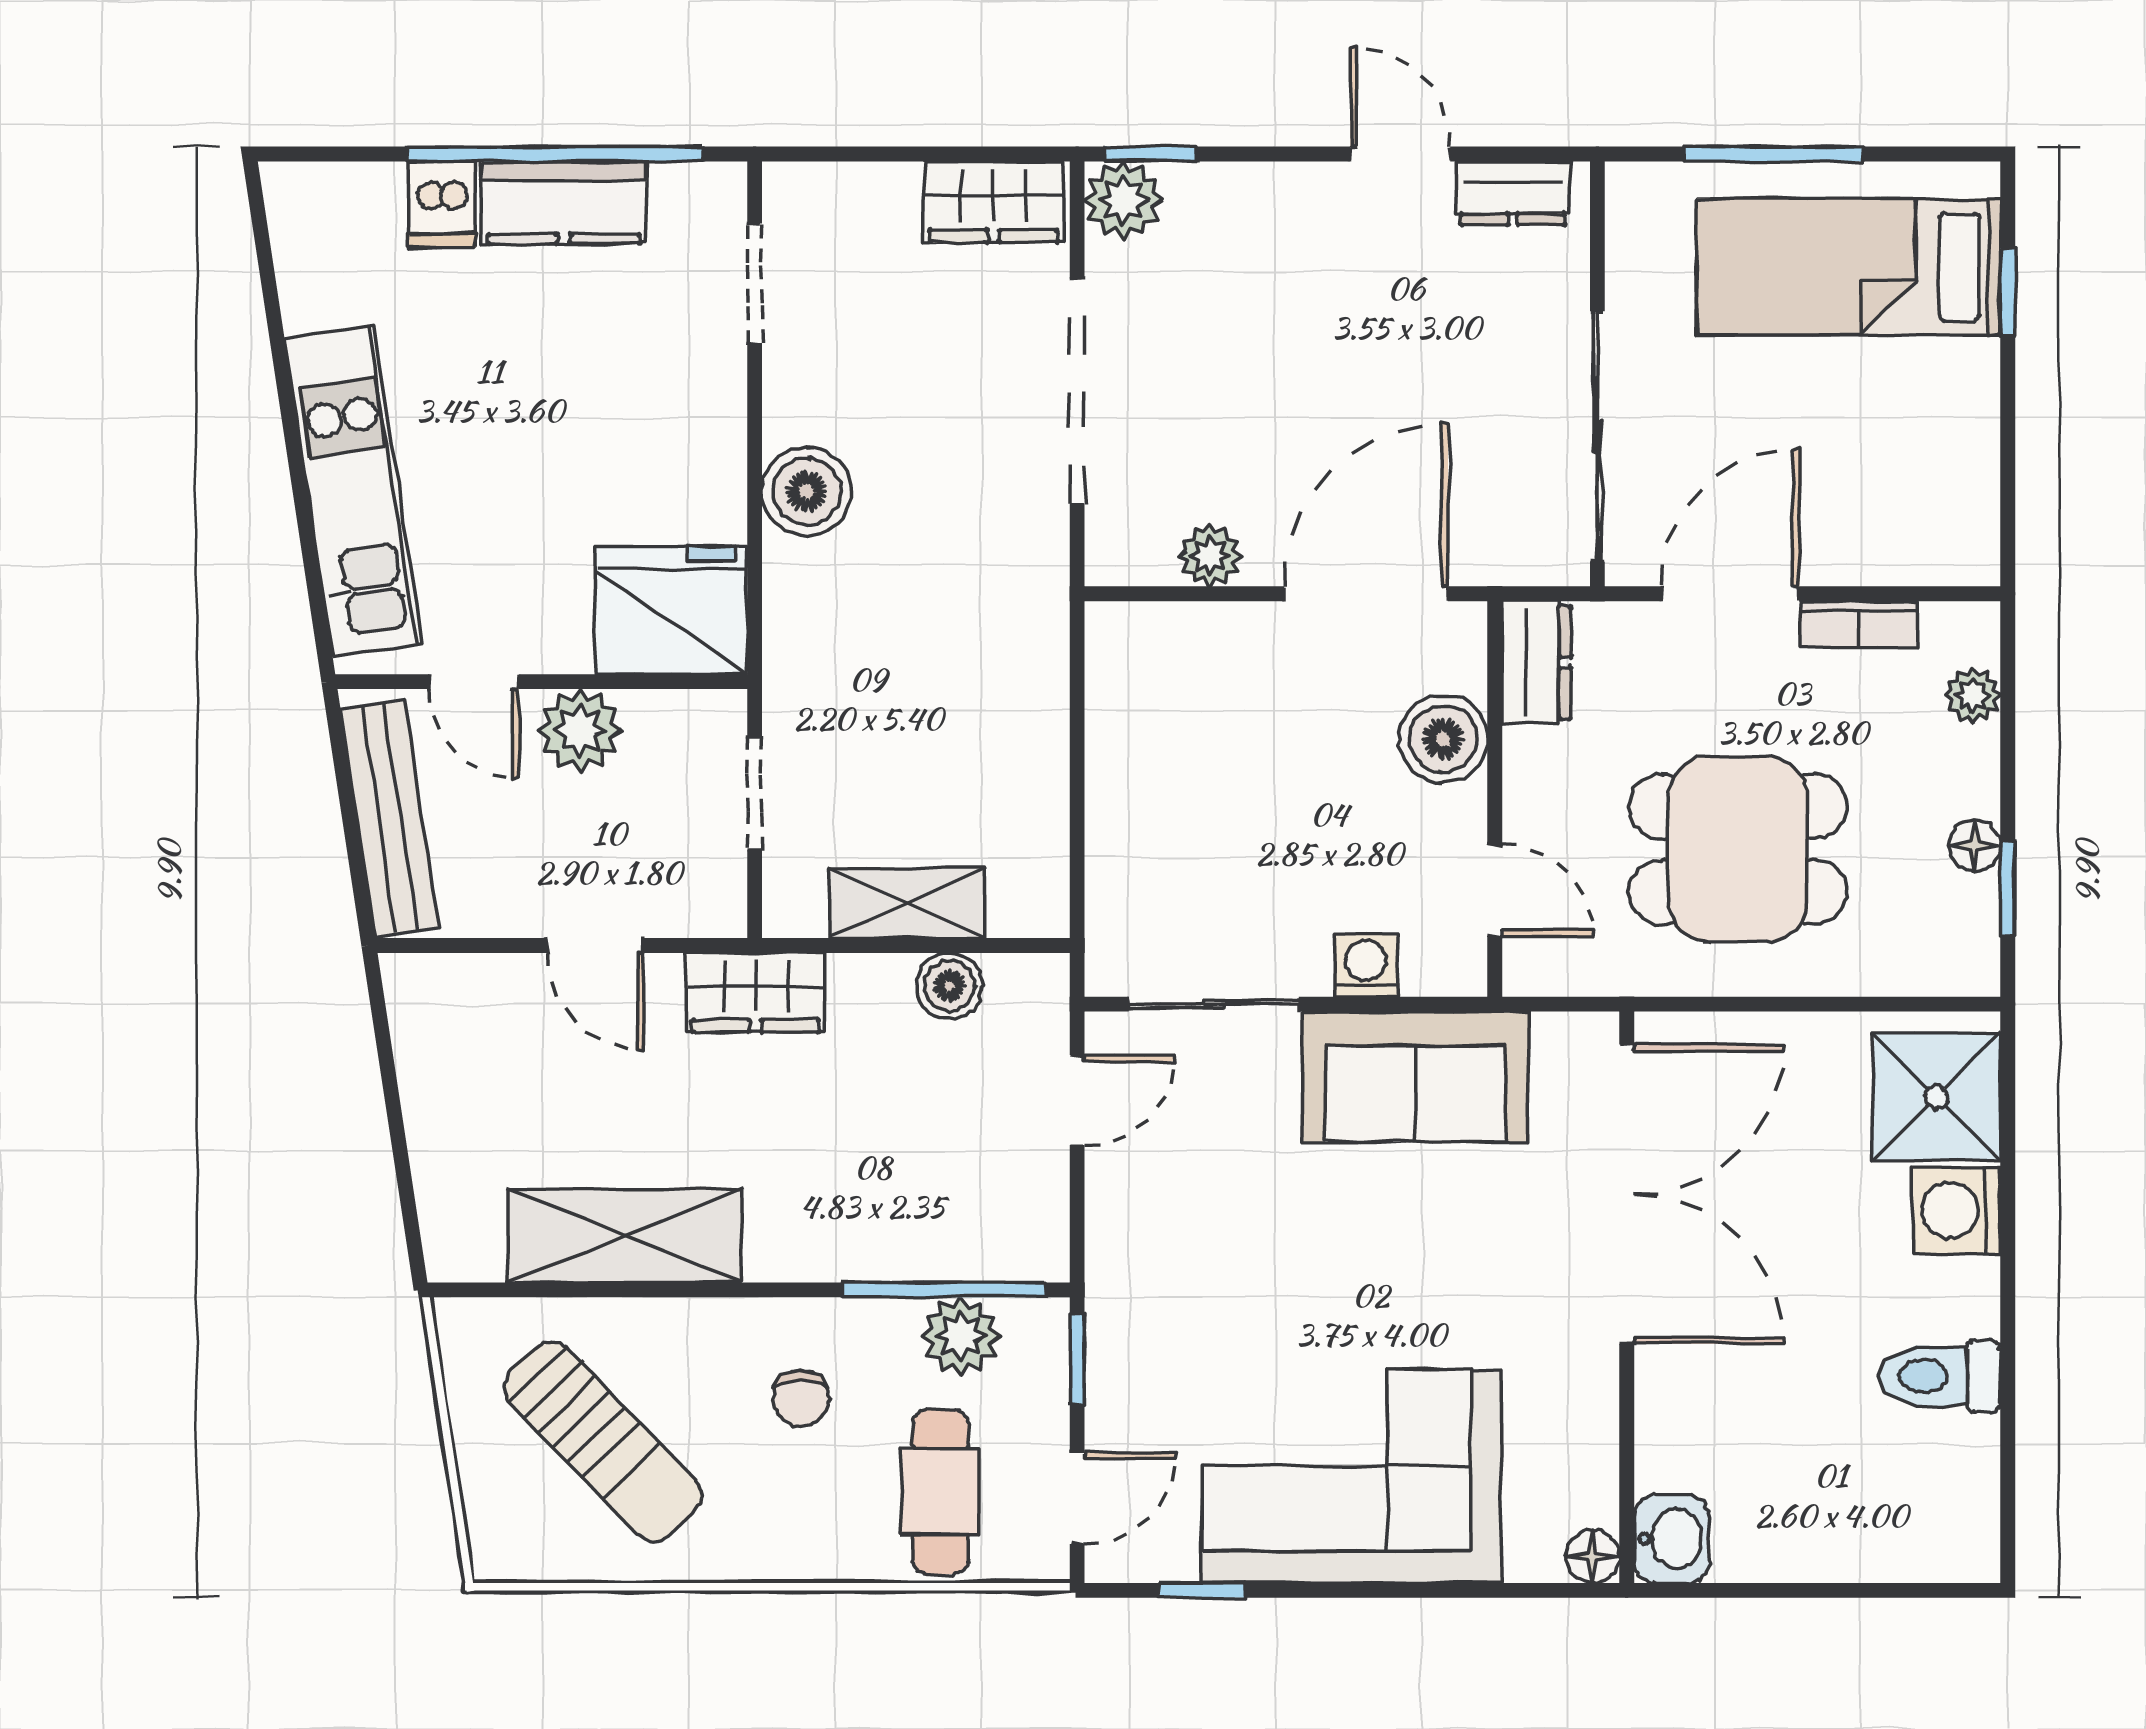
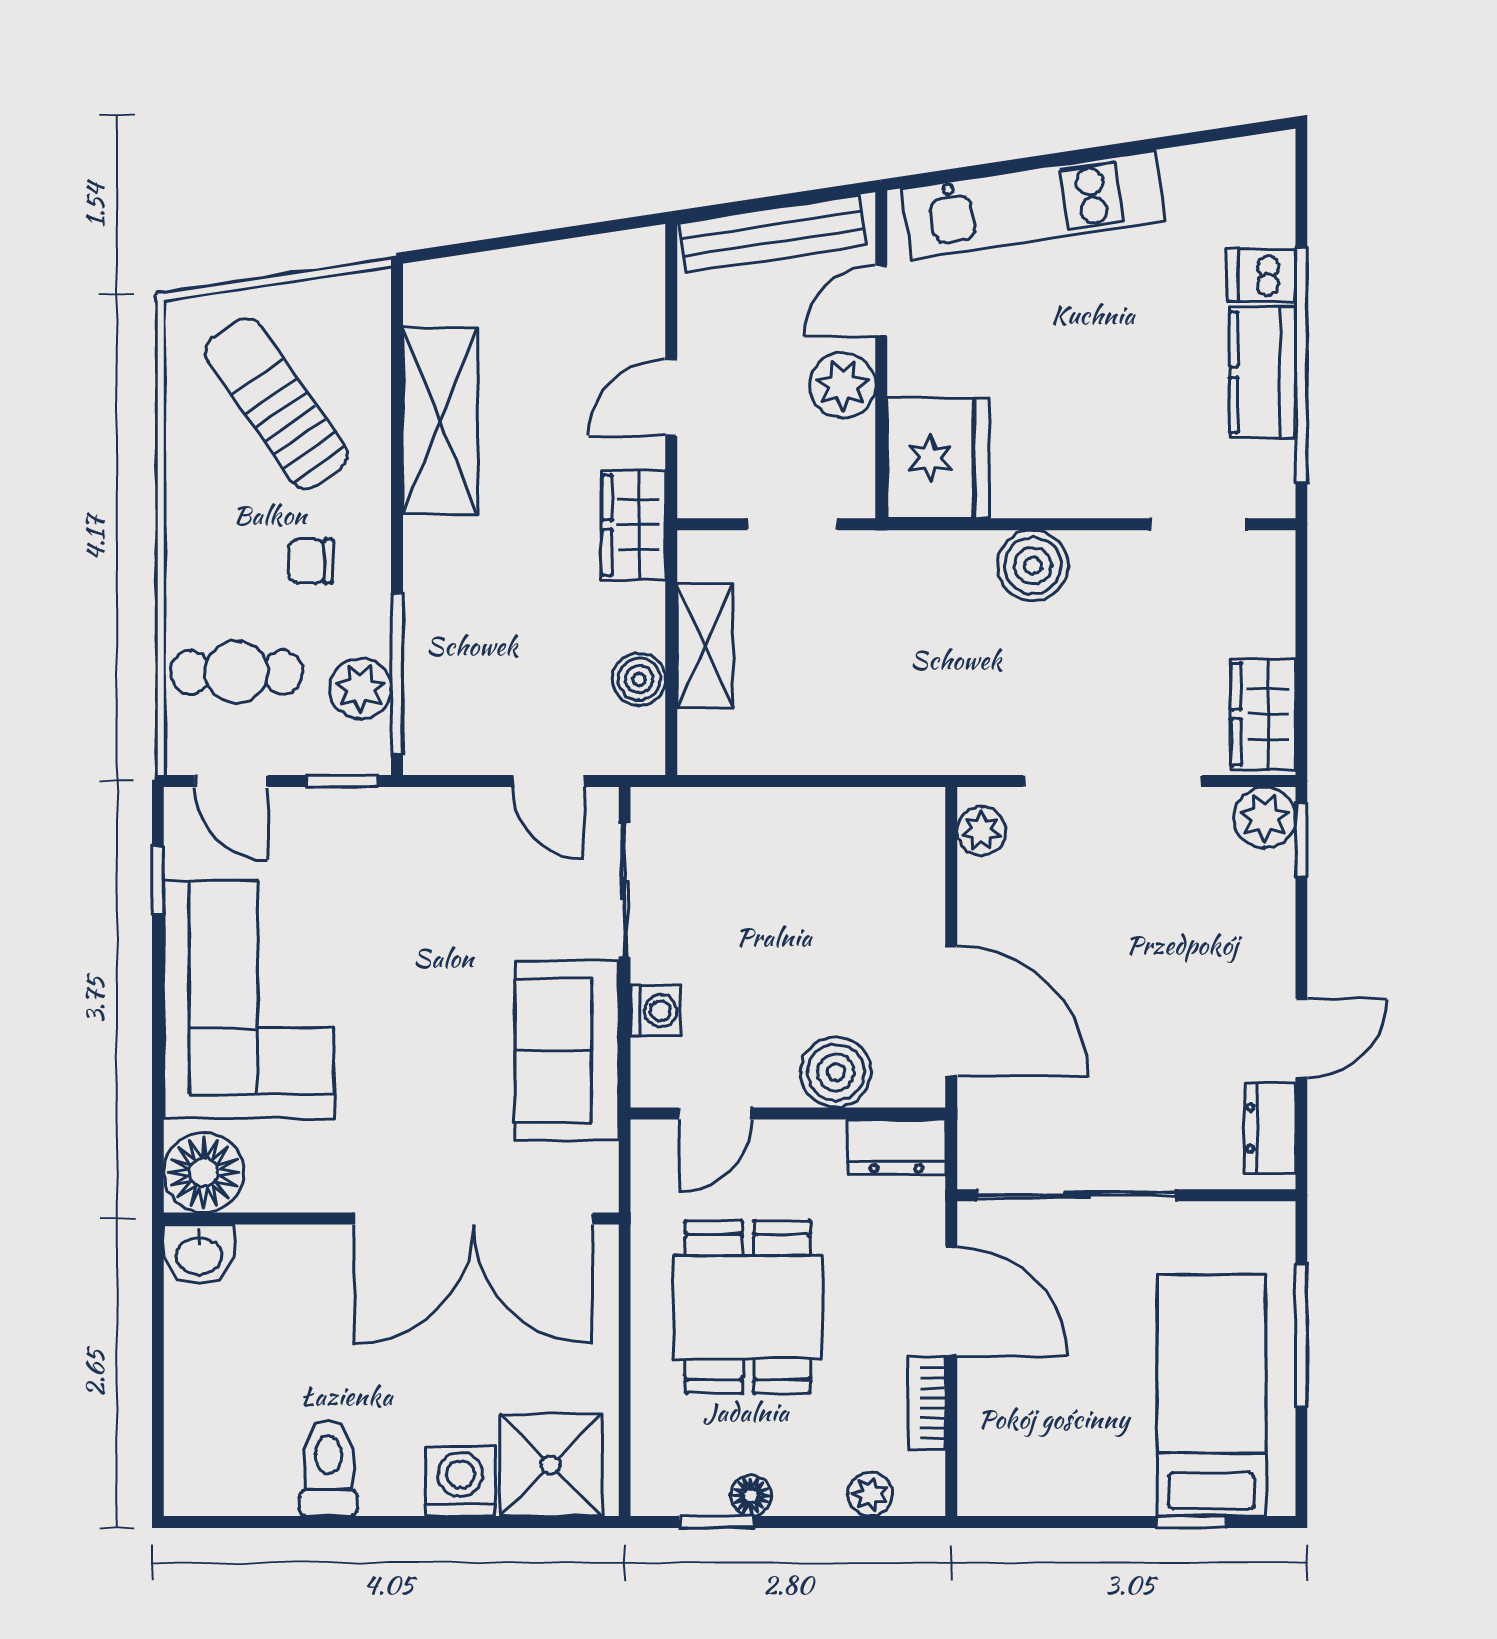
plant: (1210, 556) -> (981, 831), moved
sun lounger: (603, 1442) -> (276, 403), turned 99
floor lamp: (1593, 1556) -> (204, 1173), width x1.89, depth x1.89

